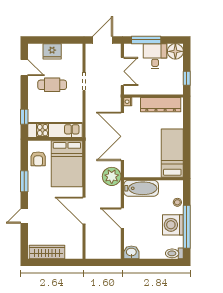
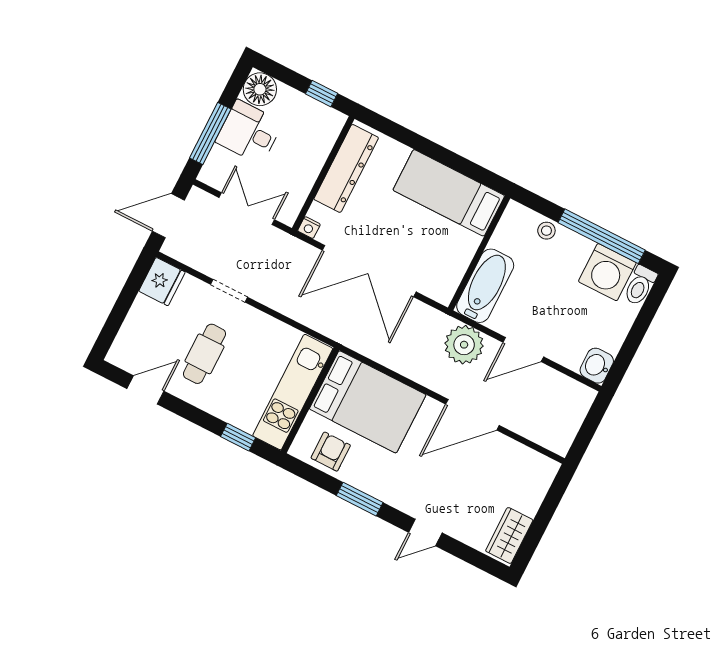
door: (103, 40) -> (168, 216), hinge flipped
fridge: (52, 51) -> (162, 282), moved
armchair: (38, 159) -> (331, 452), turned -90
plant: (112, 176) -> (464, 345), moved
door: (24, 216) -> (425, 533), hinge flipped
washing machine: (173, 225) -> (607, 272), moved
wardrobe: (47, 252) -> (509, 535), width x0.67

